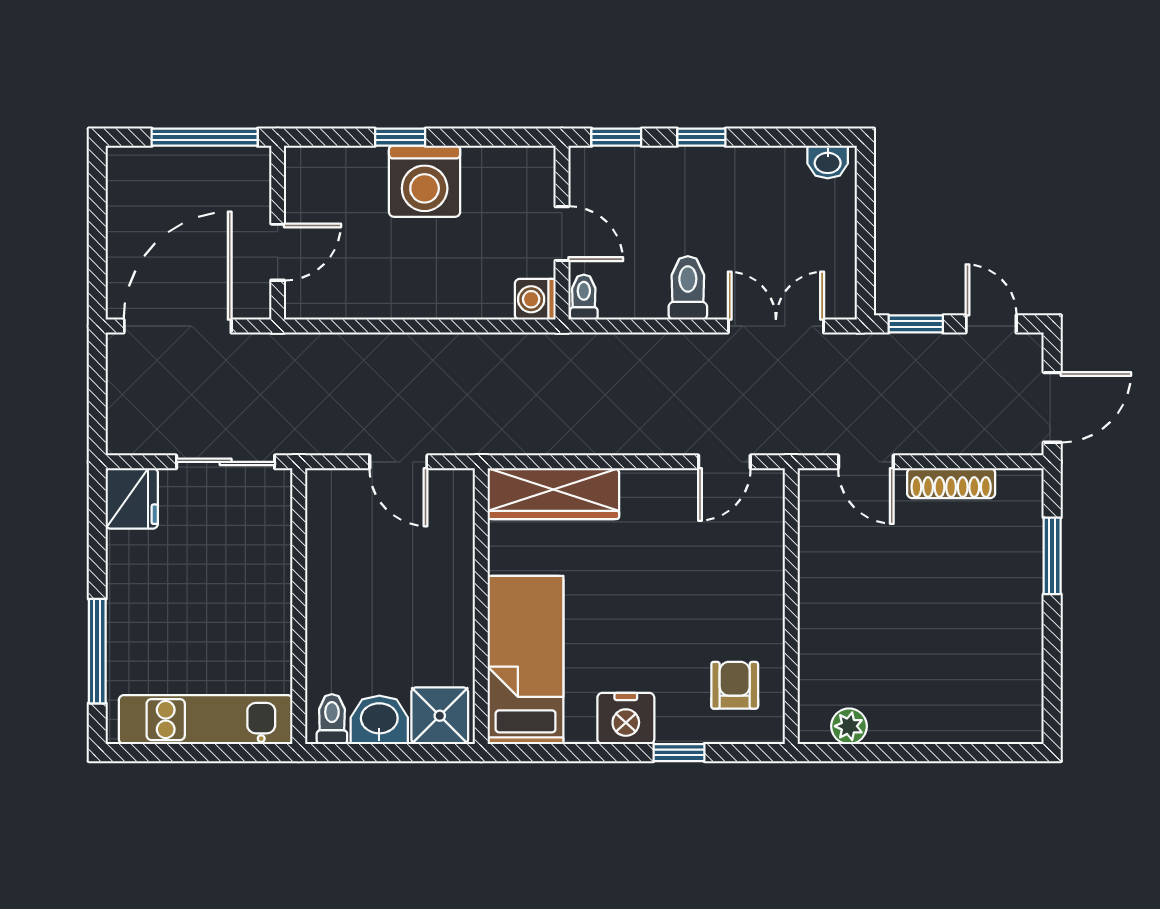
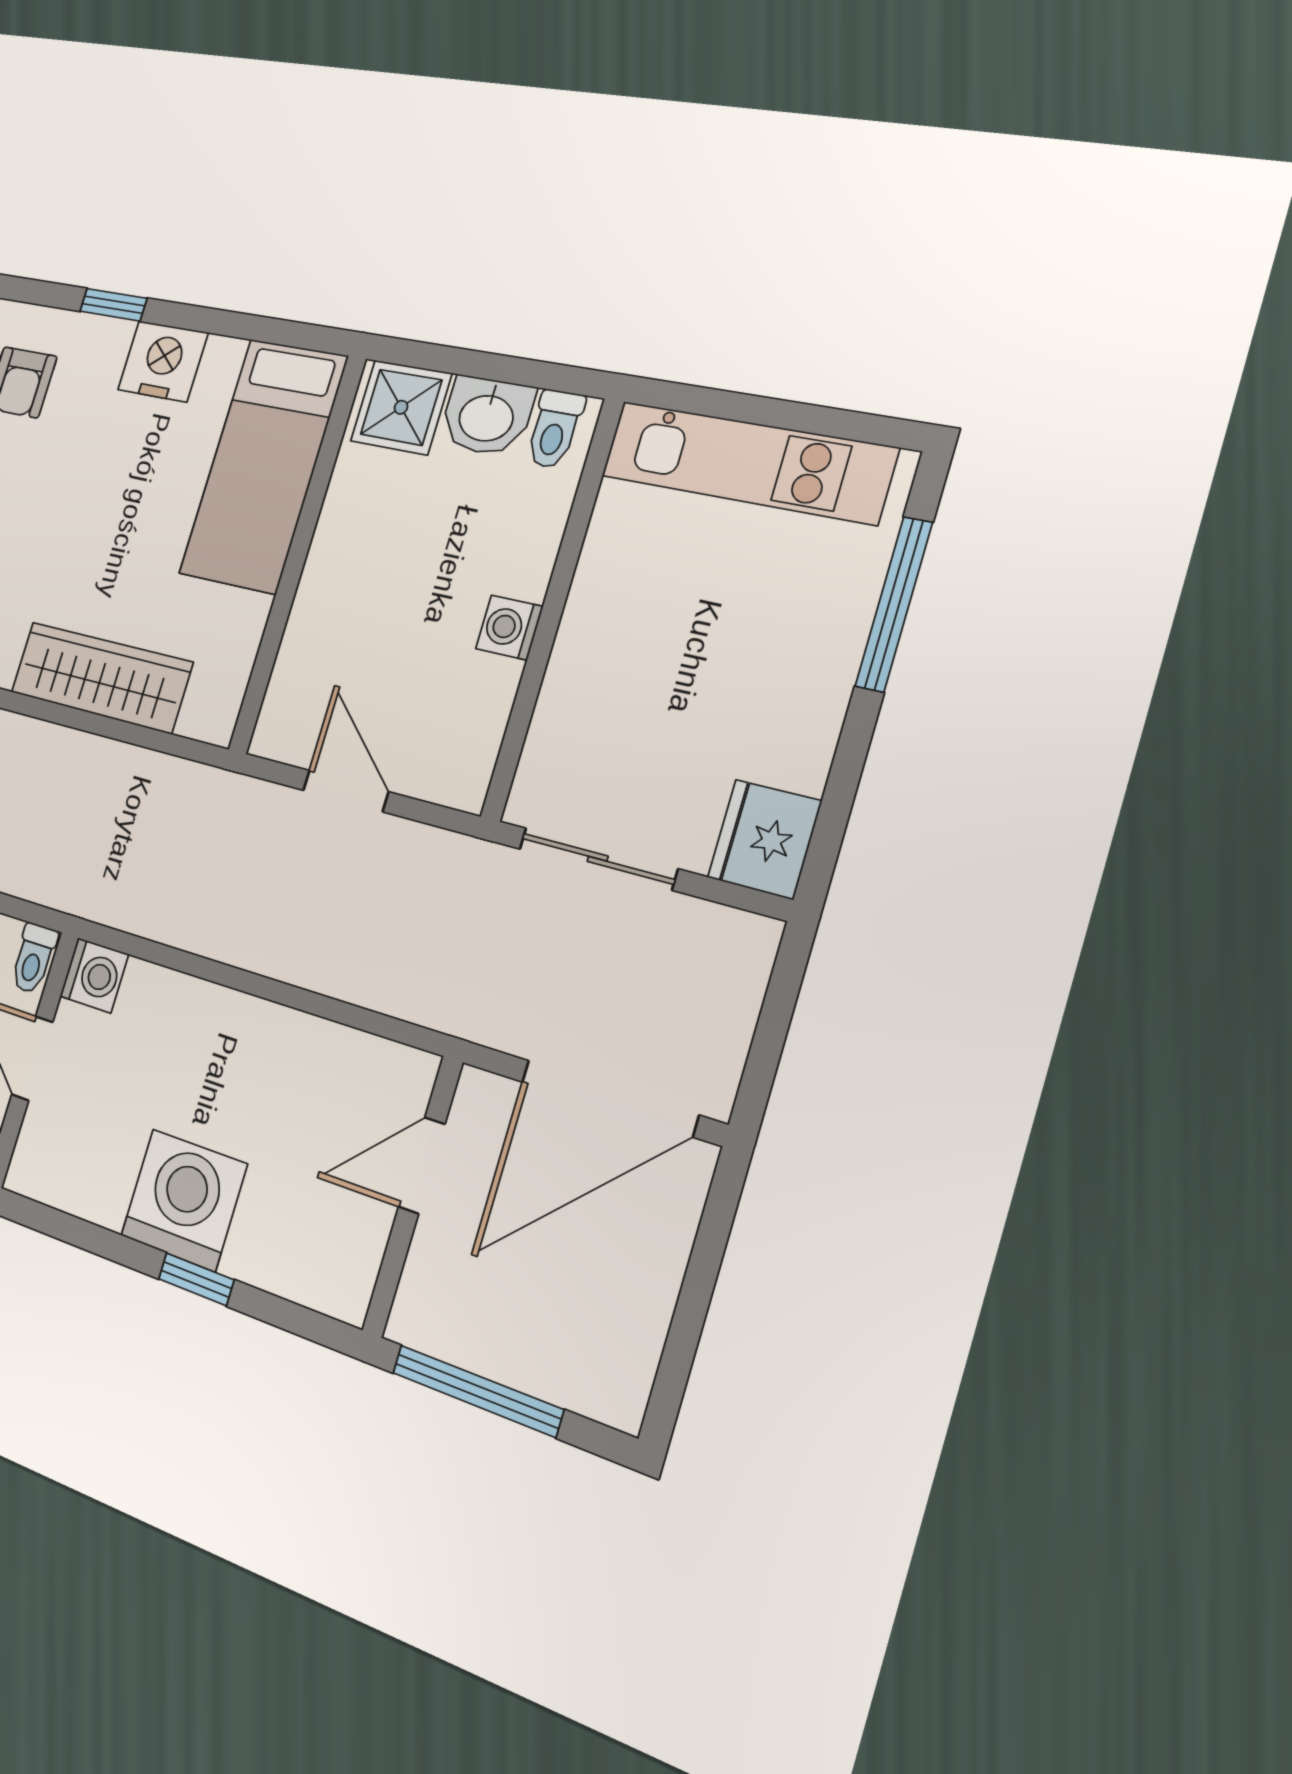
wardrobe: (553, 494) -> (101, 677), moved
washing machine: (323, 588) -> (509, 628), added

